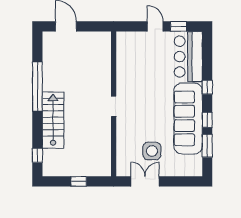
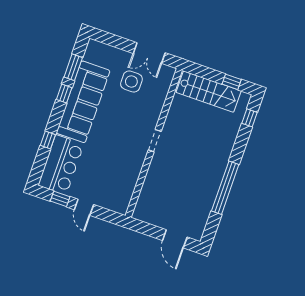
window: (207, 87) -> (48, 140), moved
stairs: (53, 120) -> (209, 92), moved, turned -90
window: (79, 181) -> (232, 82), moved

